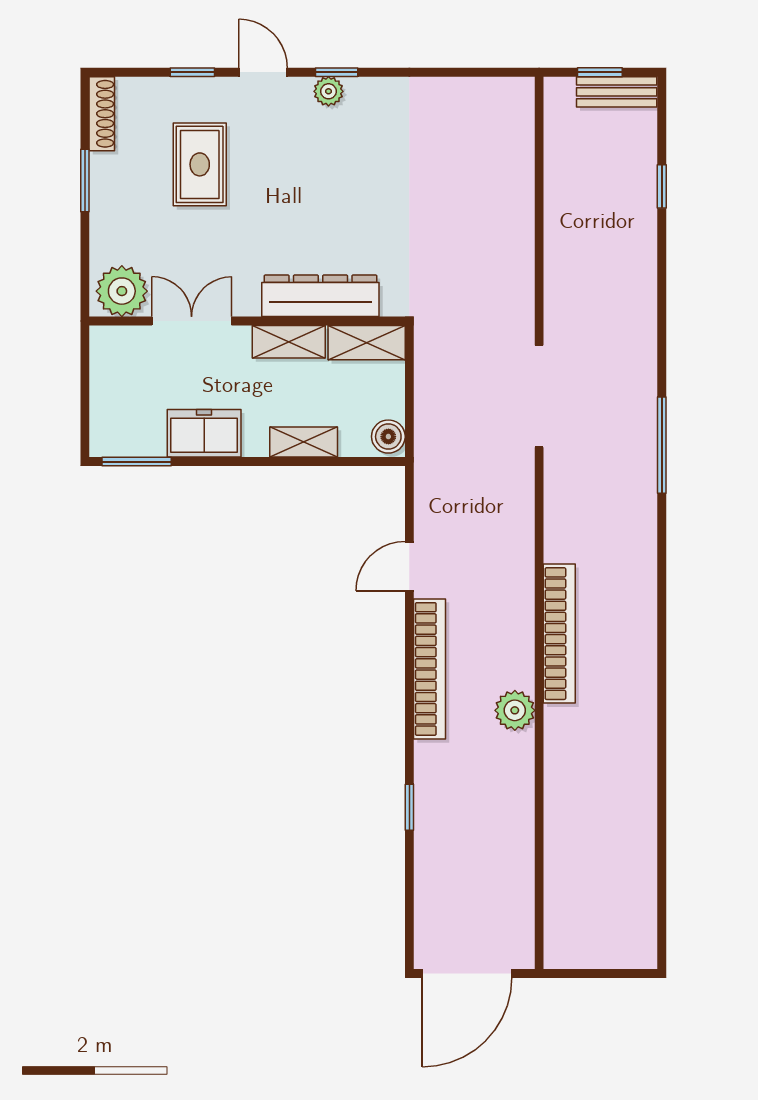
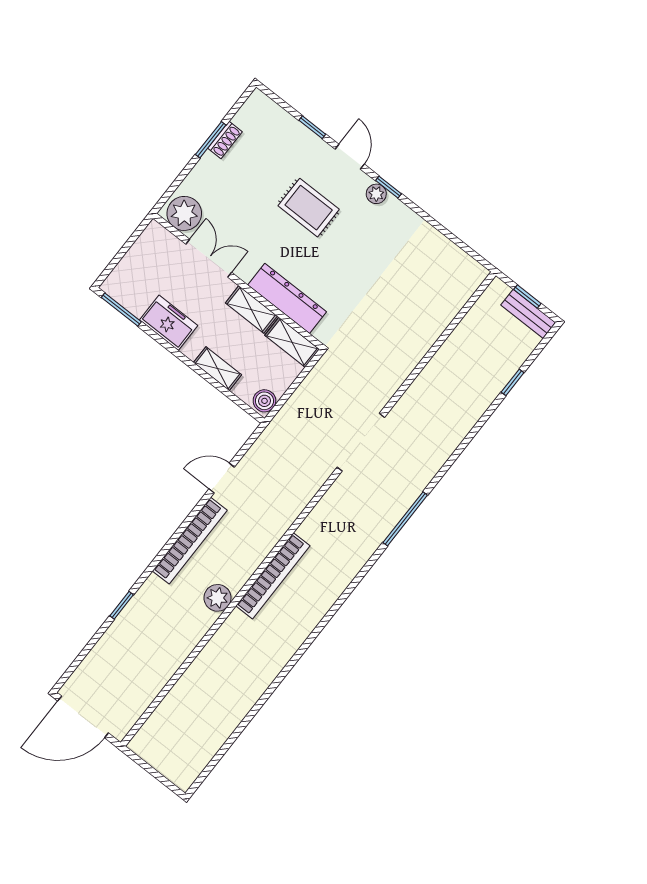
shoe rack: (102, 114) -> (225, 140), moved, width x0.70
rug: (200, 164) -> (309, 208), moved, turned 90

